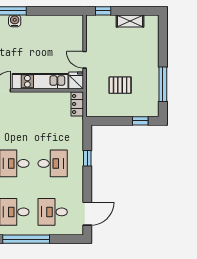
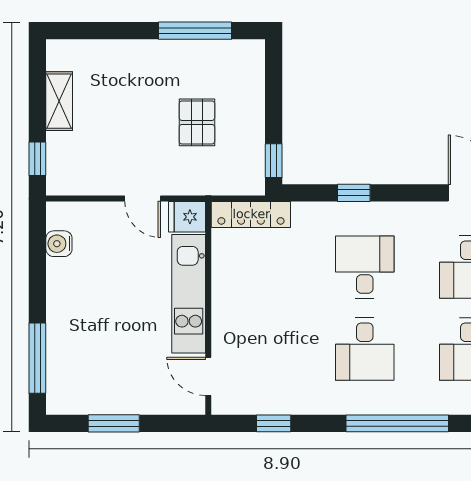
water cooler: (15, 21) -> (59, 244), moved
door: (85, 60) -> (143, 199), hinge flipped
locker: (77, 104) -> (251, 214), width x1.53
window: (140, 121) -> (274, 161), moved

